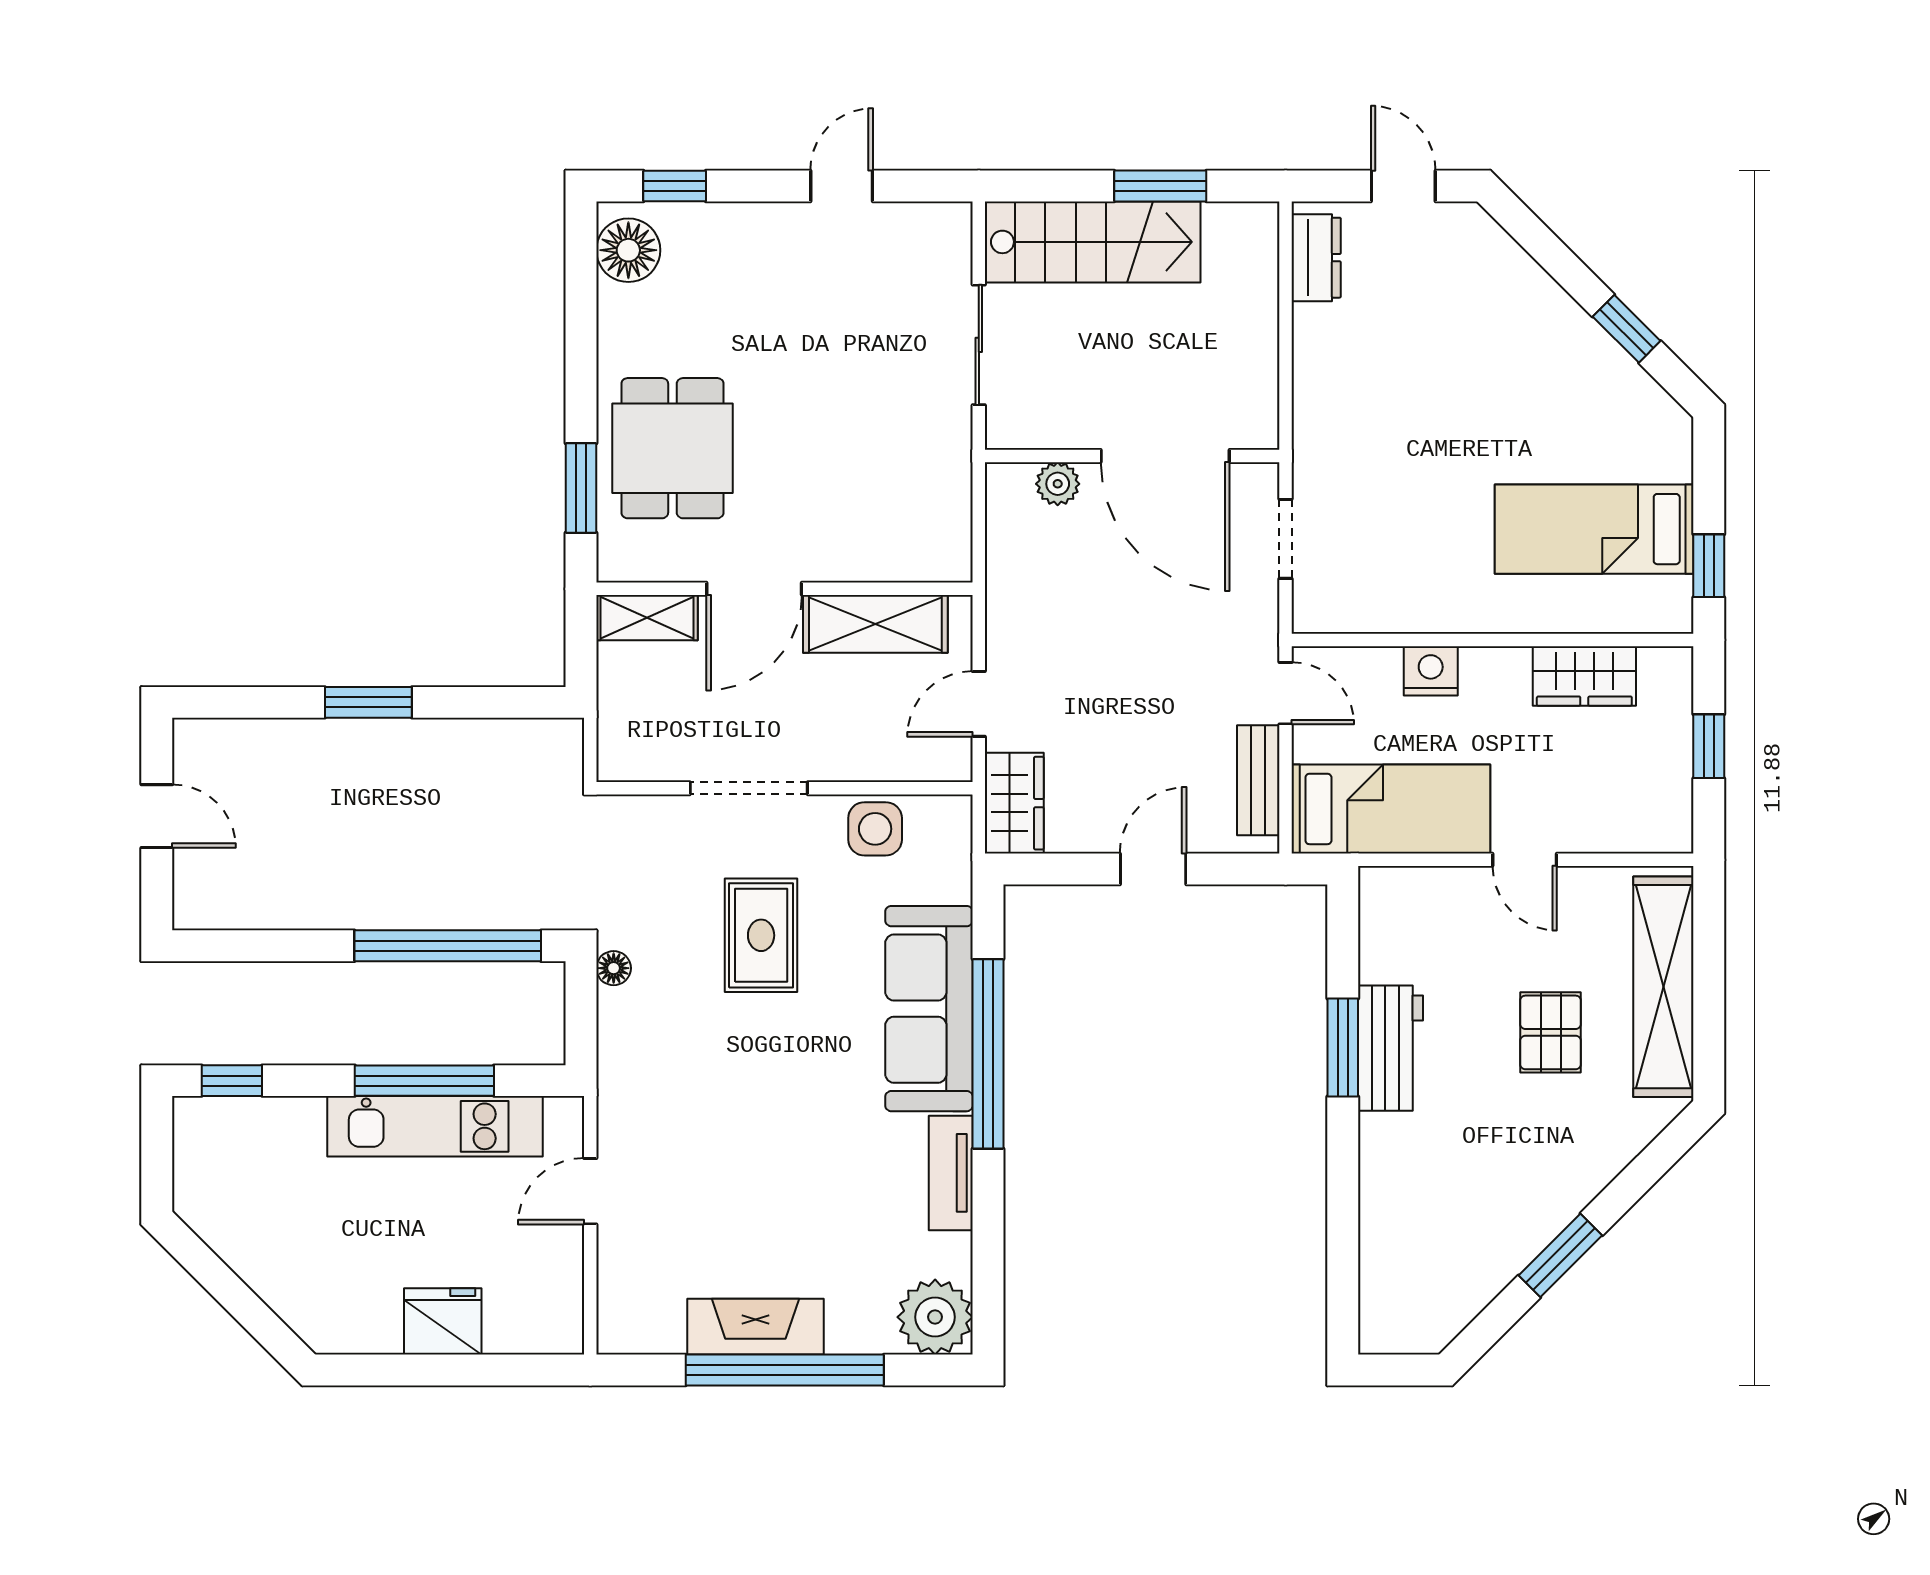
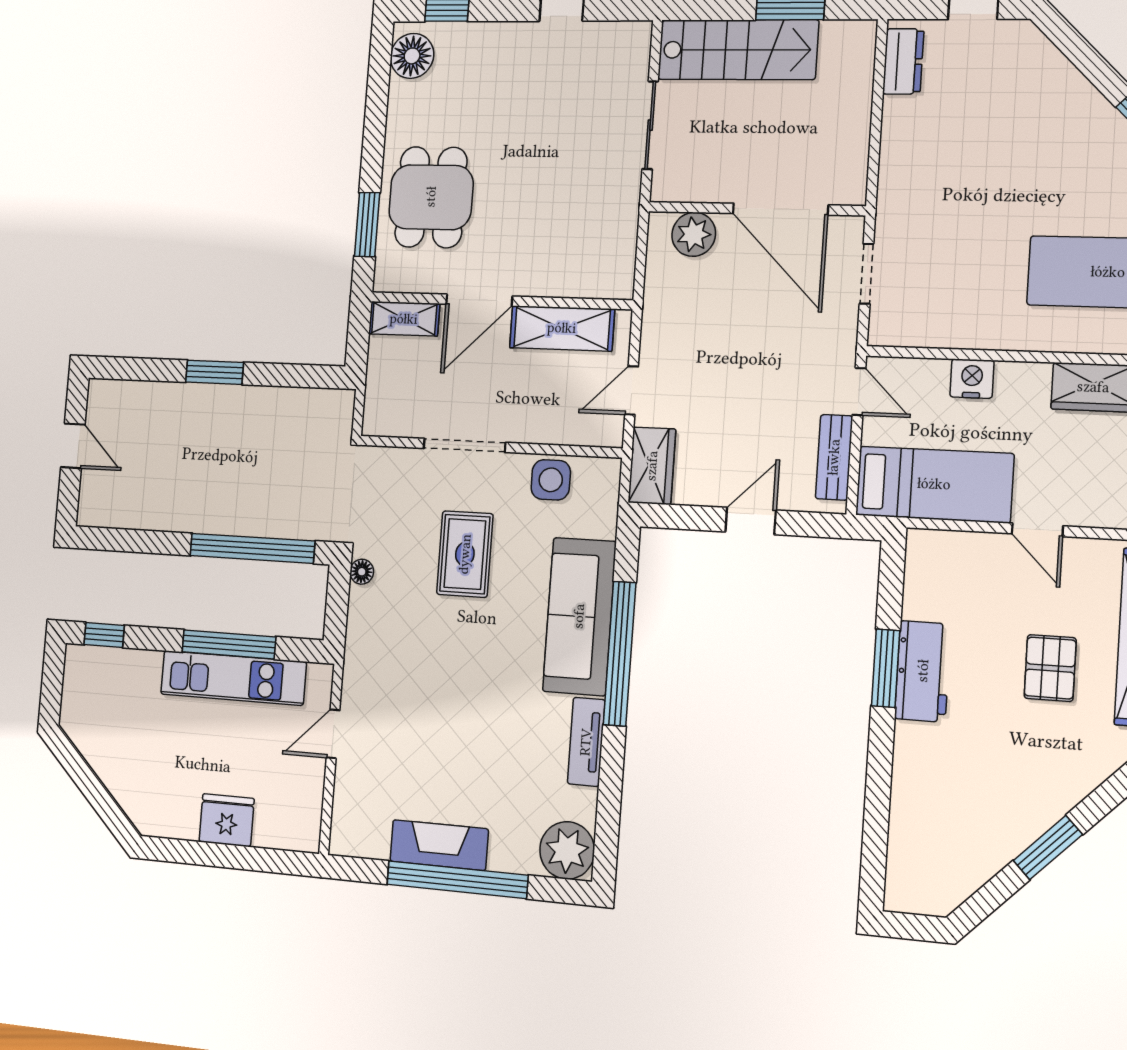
plant: (1058, 484) -> (694, 234), width x1.38, depth x1.38

